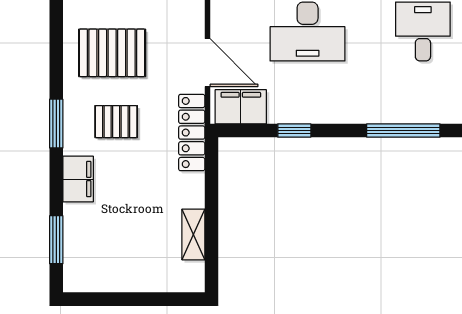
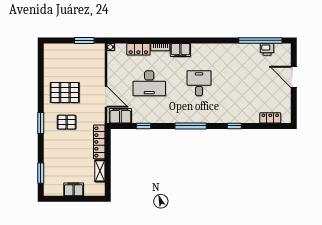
locker: (192, 133) -> (99, 142), moved
filing cabinet: (78, 179) -> (74, 189), moved, turned -90

